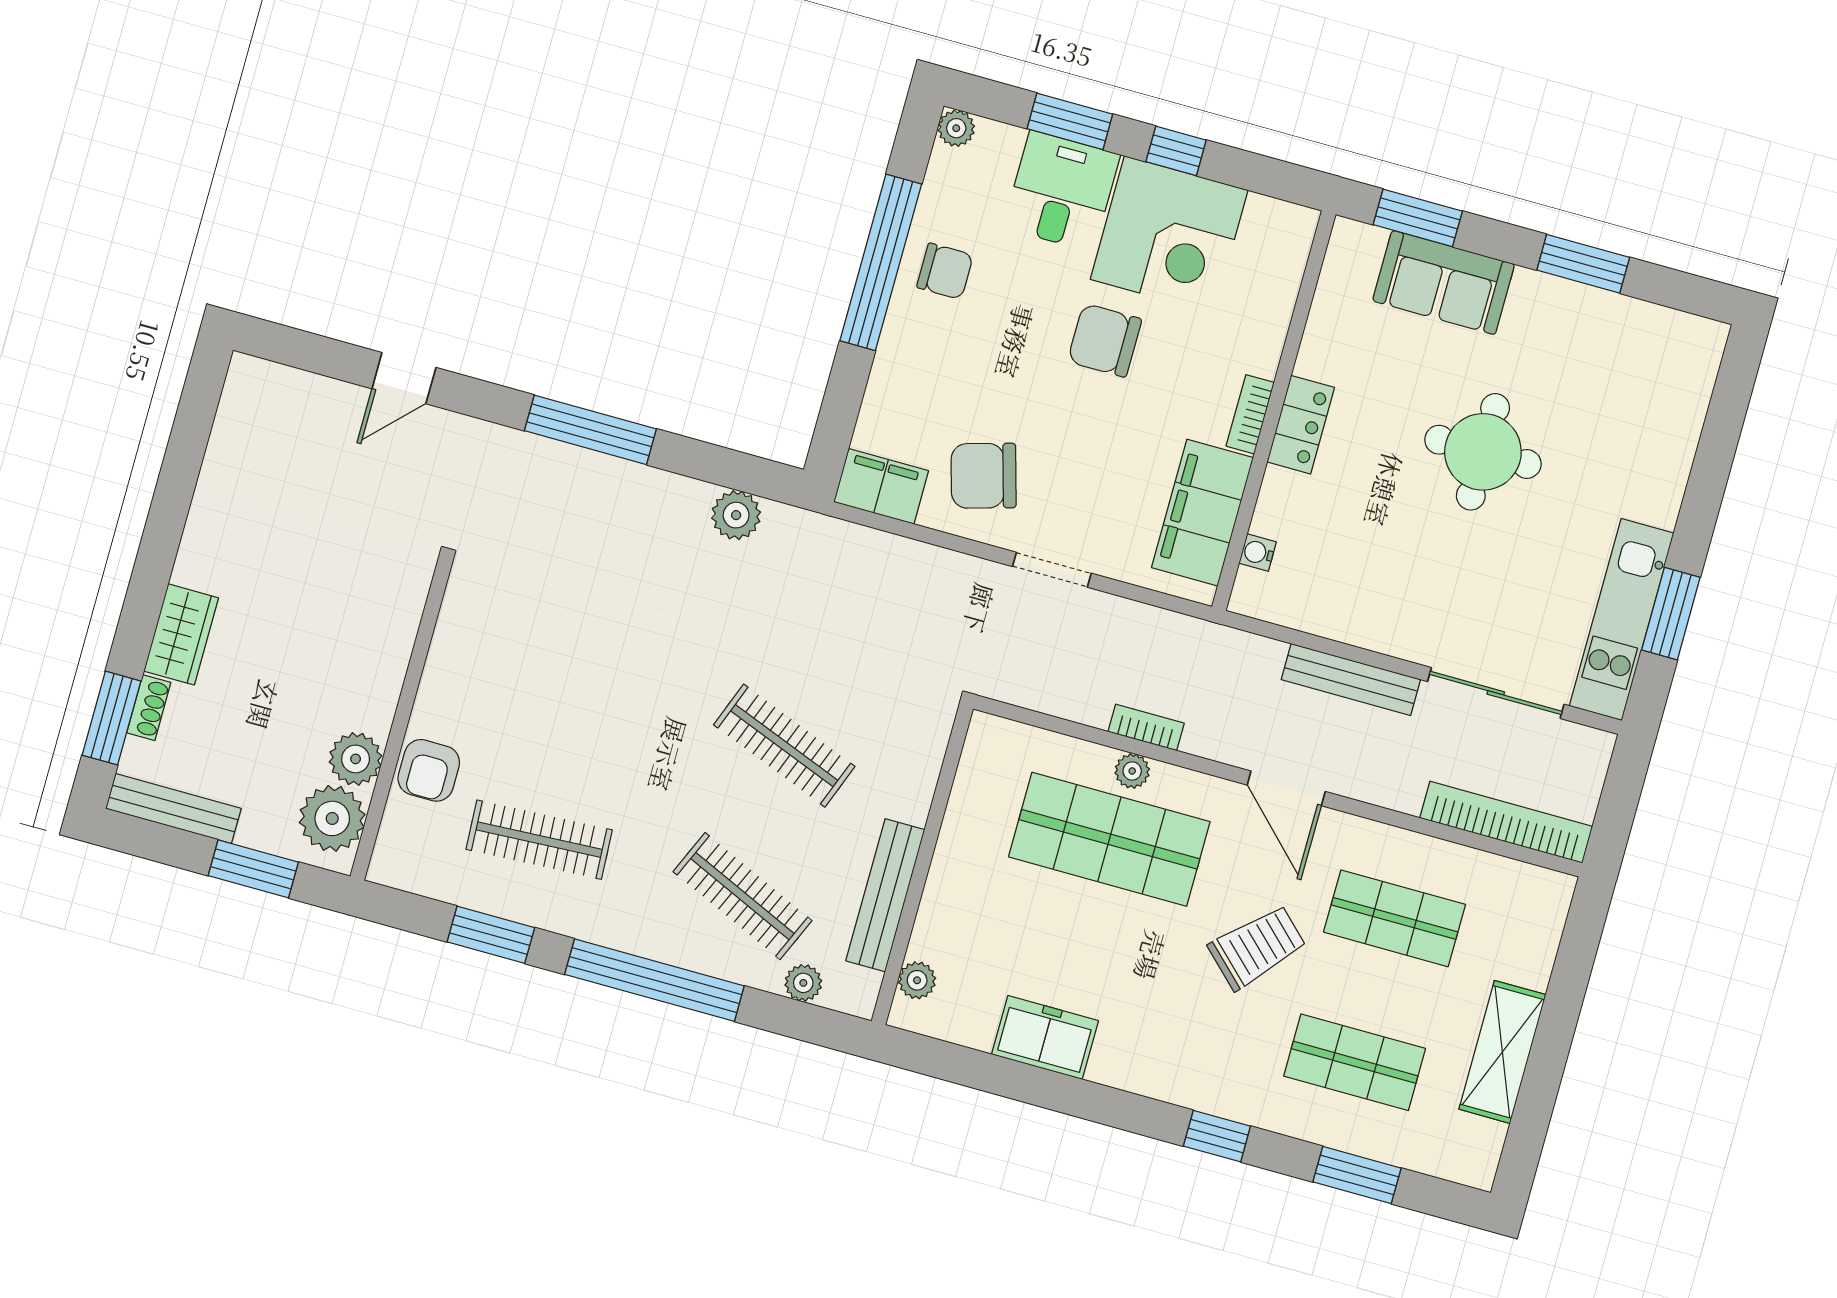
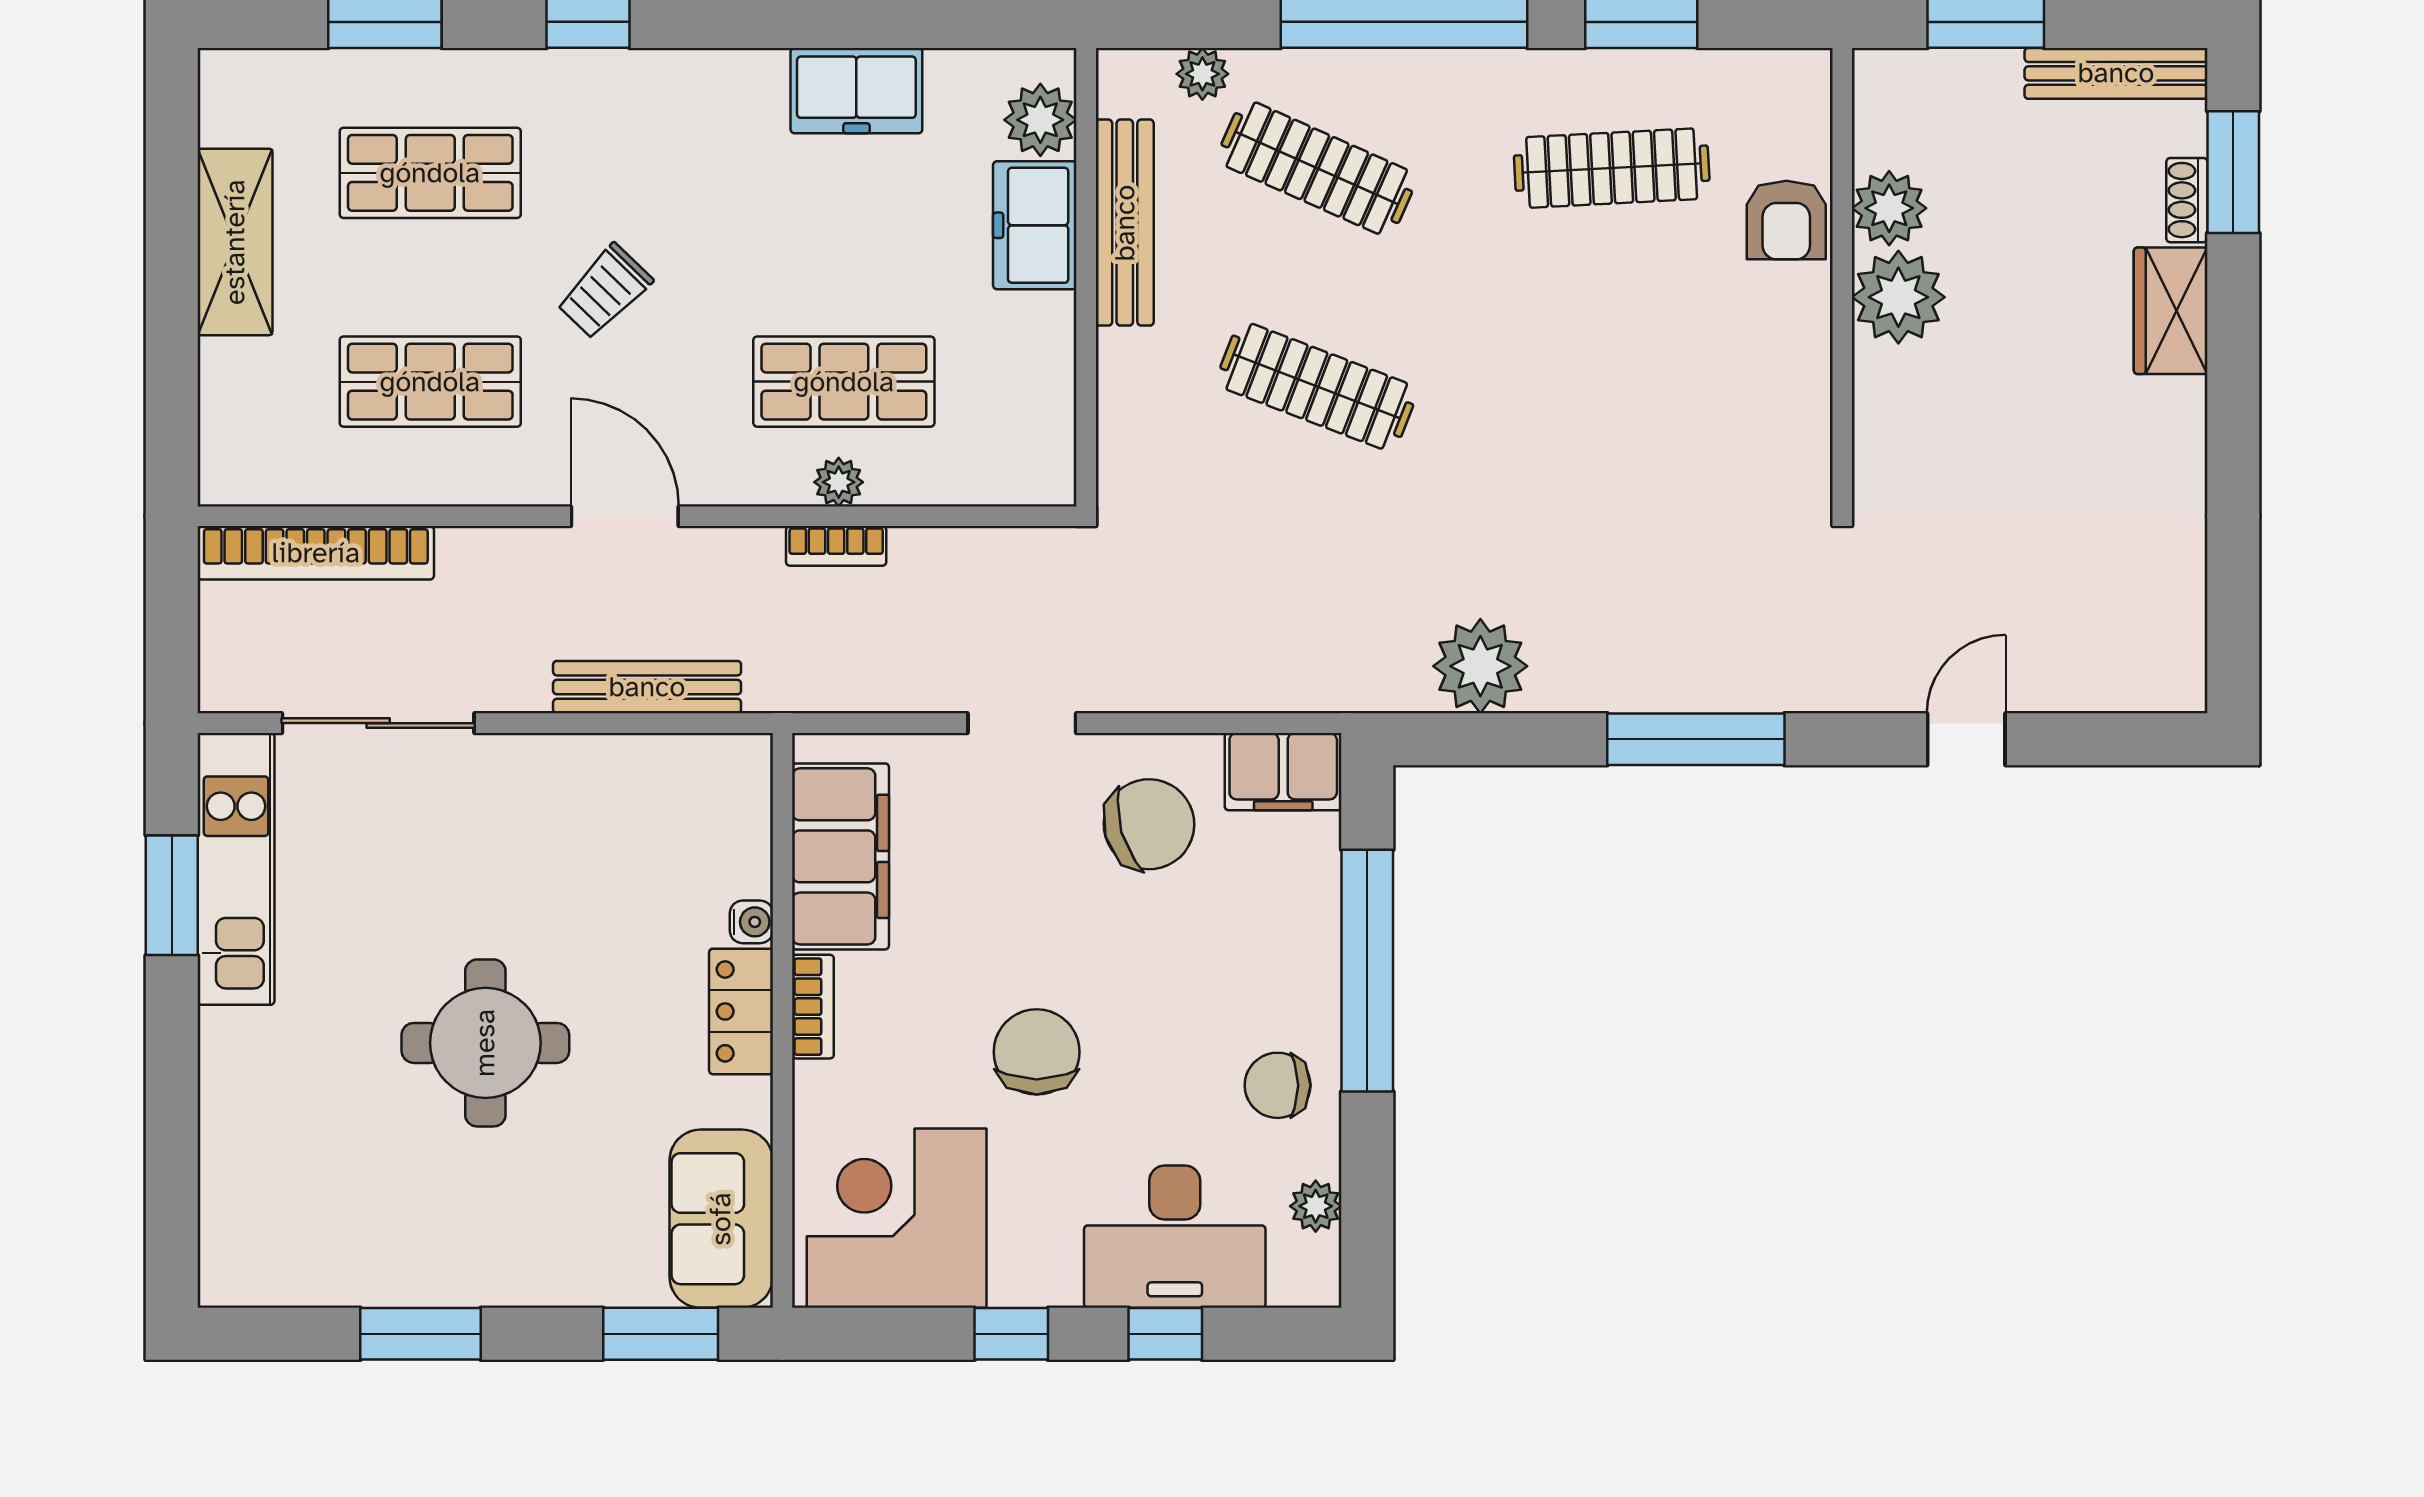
window: (1070, 121) -> (1165, 1334), width x0.67
plant: (956, 128) -> (1316, 1206), moved
desk: (1062, 191) -> (1175, 1237), width x1.37
corner desk: (1169, 235) -> (897, 1218), moved
window: (881, 262) -> (1367, 971), moved
sofa: (1444, 283) -> (721, 1219), moved, turned -90
chair: (1105, 340) -> (1037, 1052), turned -90
plant: (736, 515) -> (1480, 666), width x1.36, depth x1.36
water cooler: (1258, 553) -> (751, 922), moved
bench: (1351, 679) -> (647, 687), moved
armchair: (429, 770) -> (1786, 220), turned 180
plant: (332, 818) -> (1898, 297), moved
shop shelf: (1109, 839) -> (844, 382), width x0.70, depth x0.74
freezer: (948, 911) -> (1035, 225), added
trolley: (1257, 947) -> (605, 292), width x0.73, depth x0.72
plant: (917, 980) -> (1040, 120), width x1.38, depth x1.38

